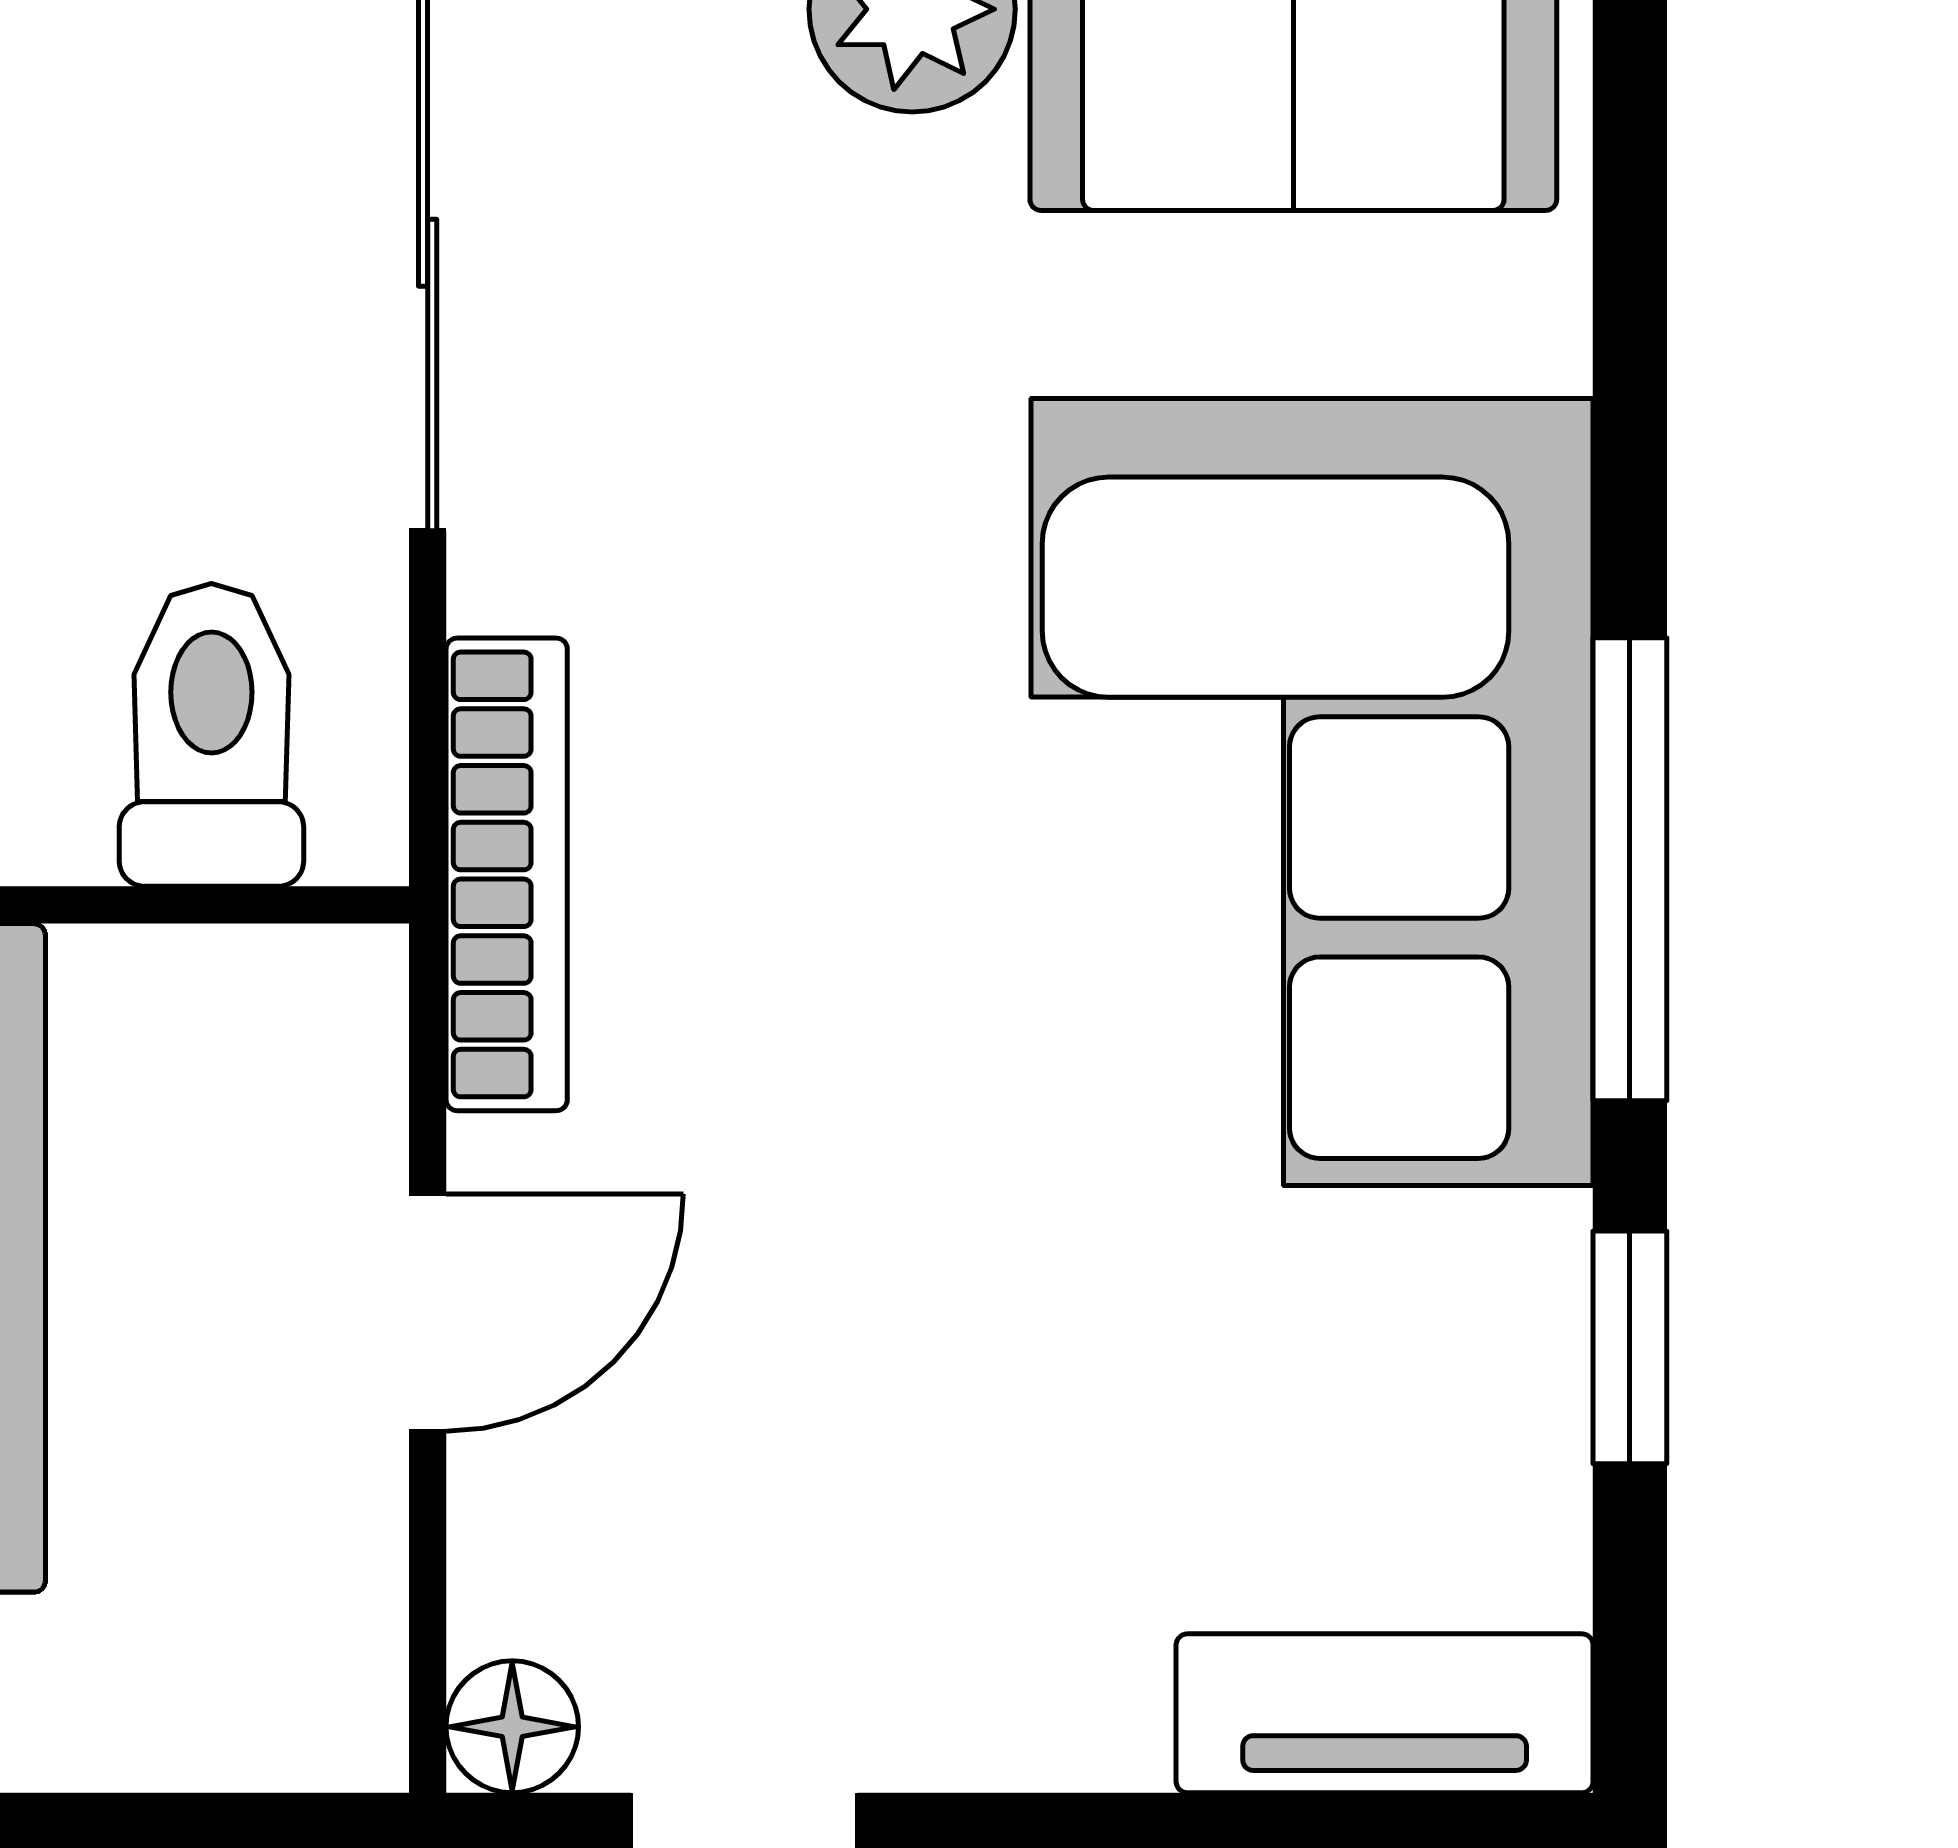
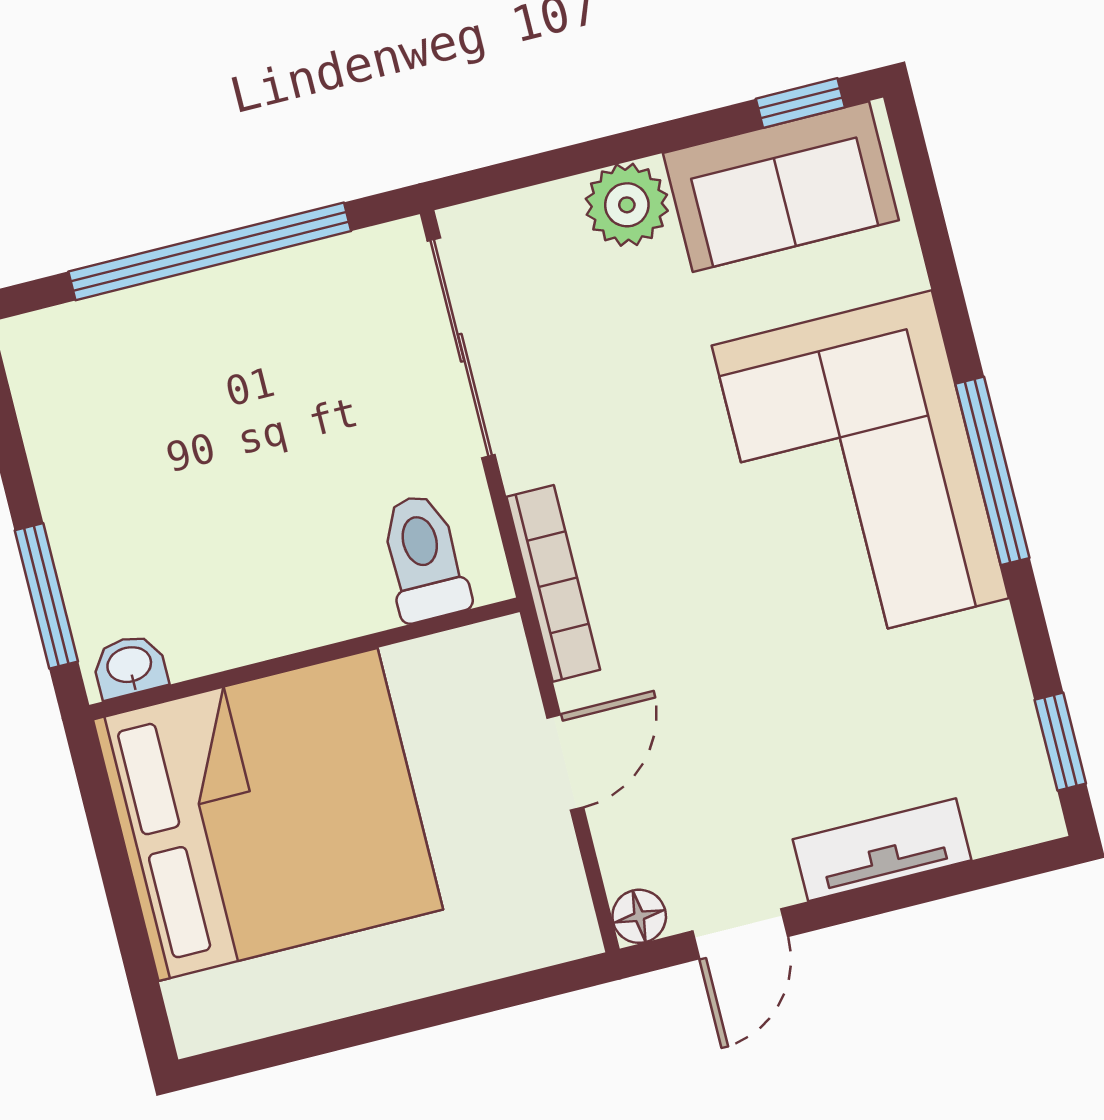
window: (1630, 1347) -> (1060, 742), moved
tv unit: (1385, 1713) -> (882, 850), moved

